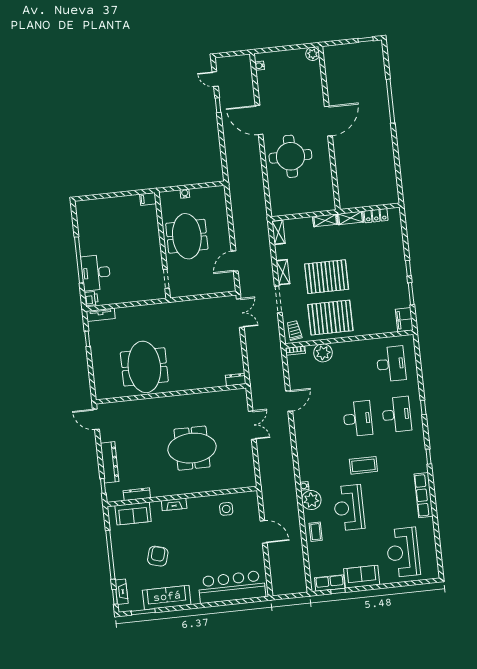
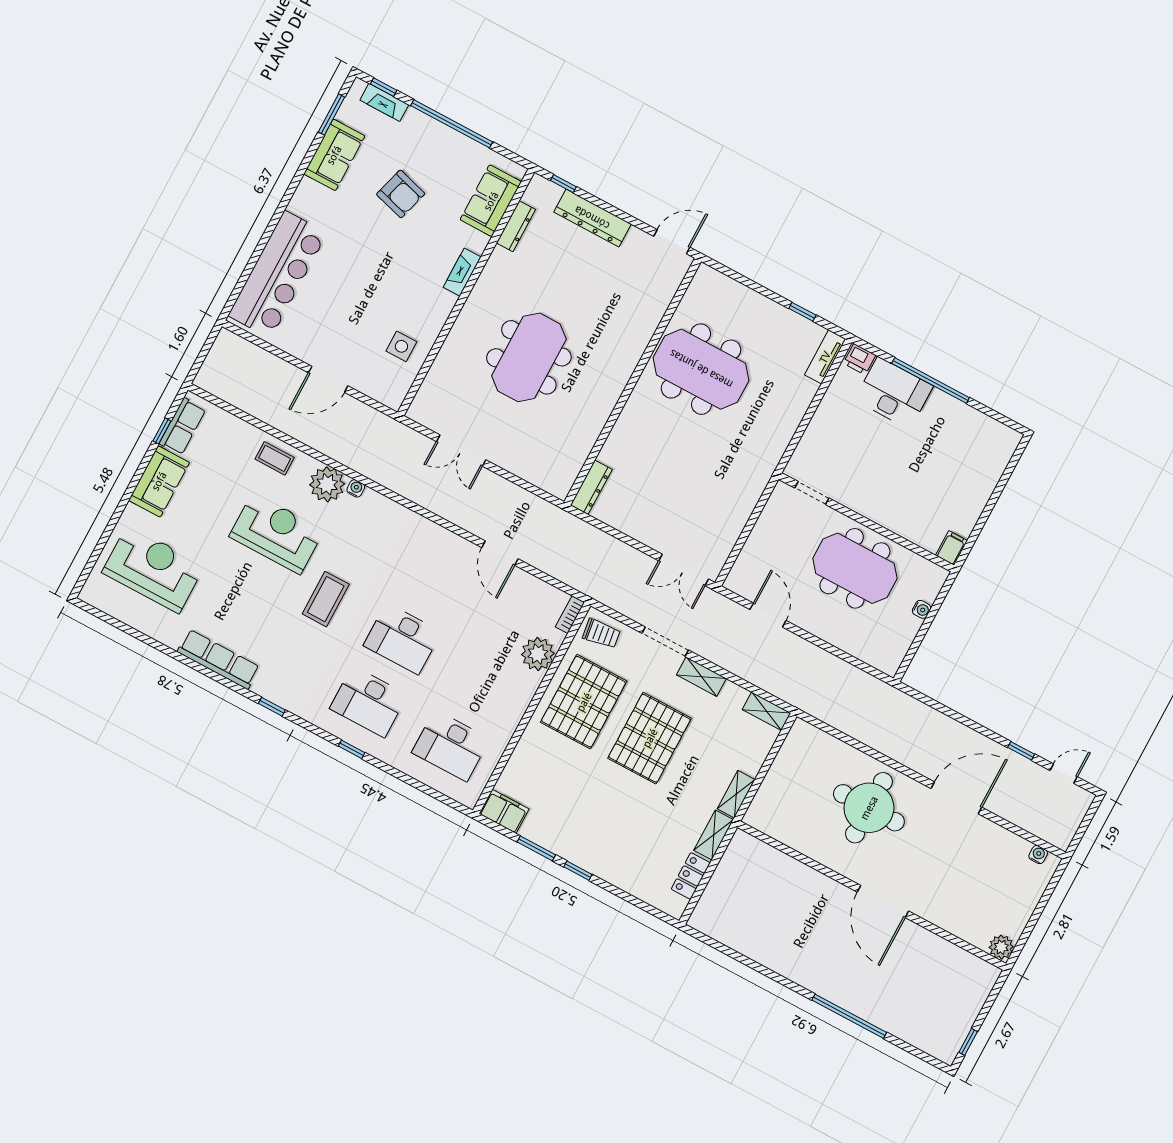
dresser: (236, 380) -> (591, 487), width x1.44
double door: (252, 425) -> (461, 451), moved
sofa: (167, 597) -> (334, 155), width x0.73

